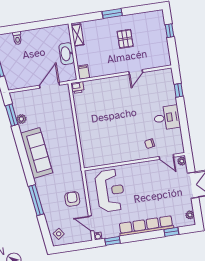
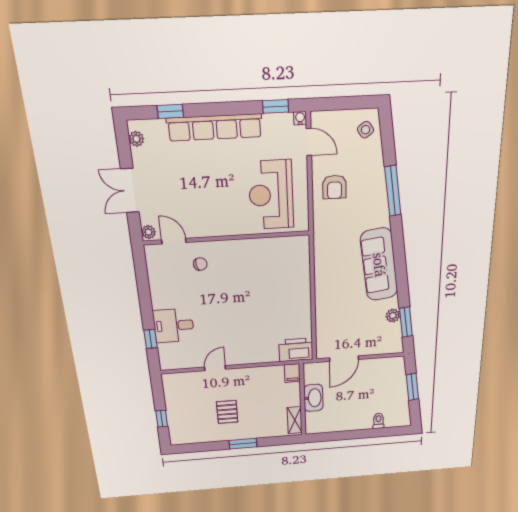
printer: (77, 88) -> (296, 350), width x1.87, depth x1.48
desk: (167, 118) -> (174, 326), moved

